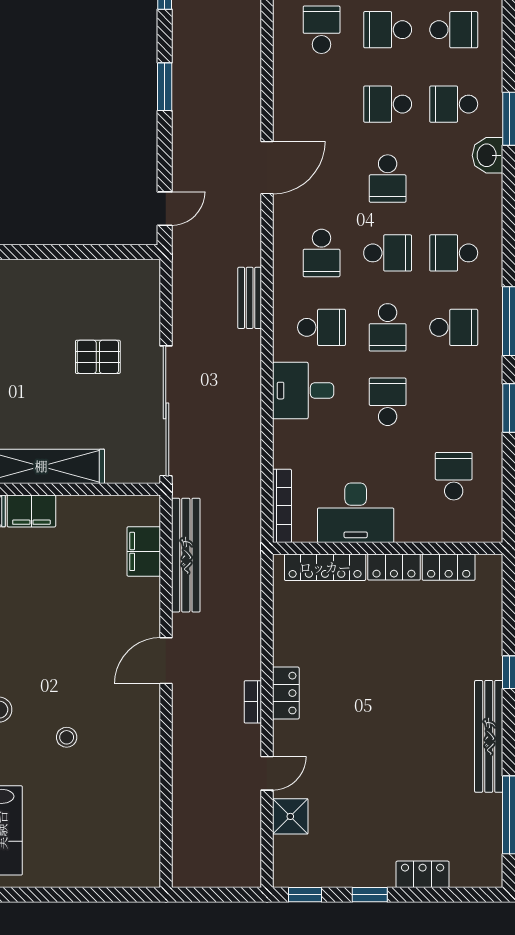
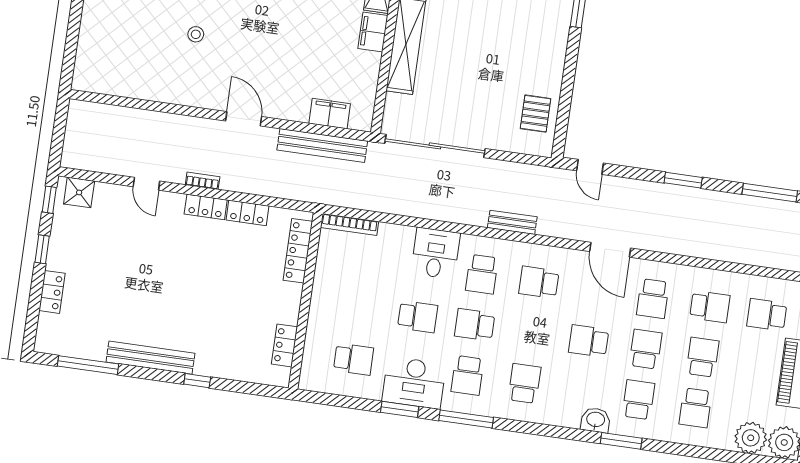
school desk: (388, 253) -> (653, 299), moved
pallet: (98, 357) -> (535, 114), moved
desk: (356, 513) -> (414, 383), moved, turned -90
locker: (394, 567) -> (247, 213), moved, turned -90
shower: (290, 816) -> (79, 192), moved

